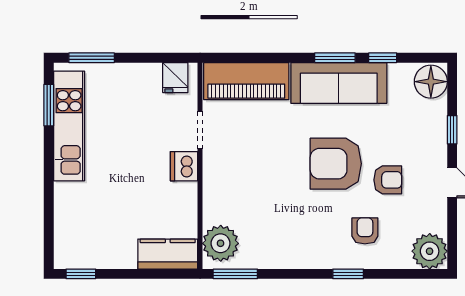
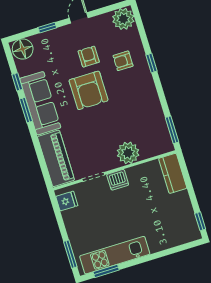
plant: (221, 243) -> (128, 153), moved

